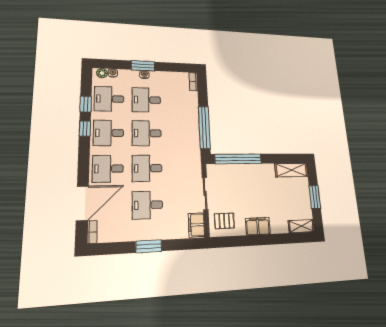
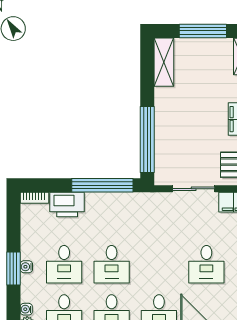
printer: (190, 103) -> (67, 205), added
desk: (147, 168) -> (159, 264), removed
window: (315, 197) -> (203, 31), width x1.44

